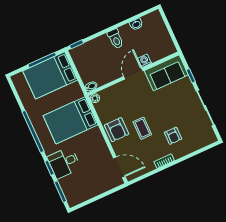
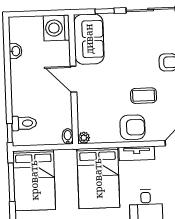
toilet: (116, 39) -> (24, 123), moved
washing machine: (145, 61) -> (56, 28), moved, width x1.89, depth x1.89
tv unit: (99, 140) -> (137, 153), added

